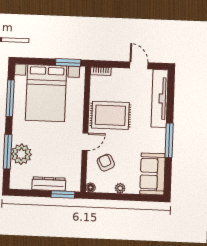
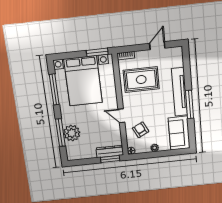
door: (139, 65) -> (157, 46), hinge flipped
tv unit: (160, 98) -> (180, 92), moved
rug: (110, 115) -> (141, 80), moved
door: (85, 142) -> (121, 116), swing flipped
dresser: (49, 184) -> (110, 151), moved

